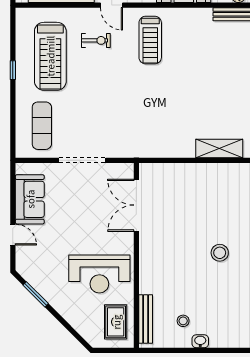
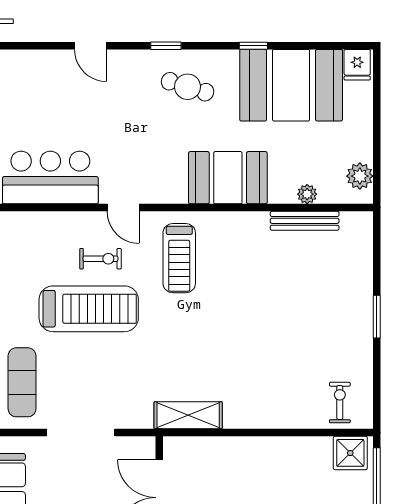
treadmill: (50, 56) -> (89, 309), moved, turned -90
shelving: (219, 148) -> (188, 415), moved

